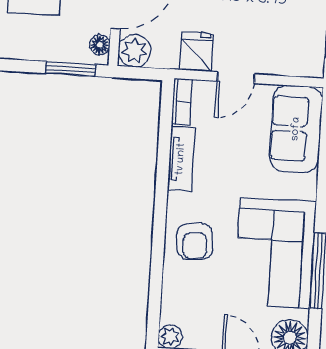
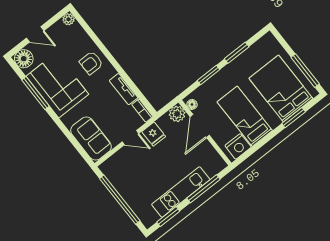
window: (71, 69) -> (209, 75), moved
door: (236, 78) -> (130, 138), swing flipped
armchair: (195, 241) -> (91, 63), turned -85

